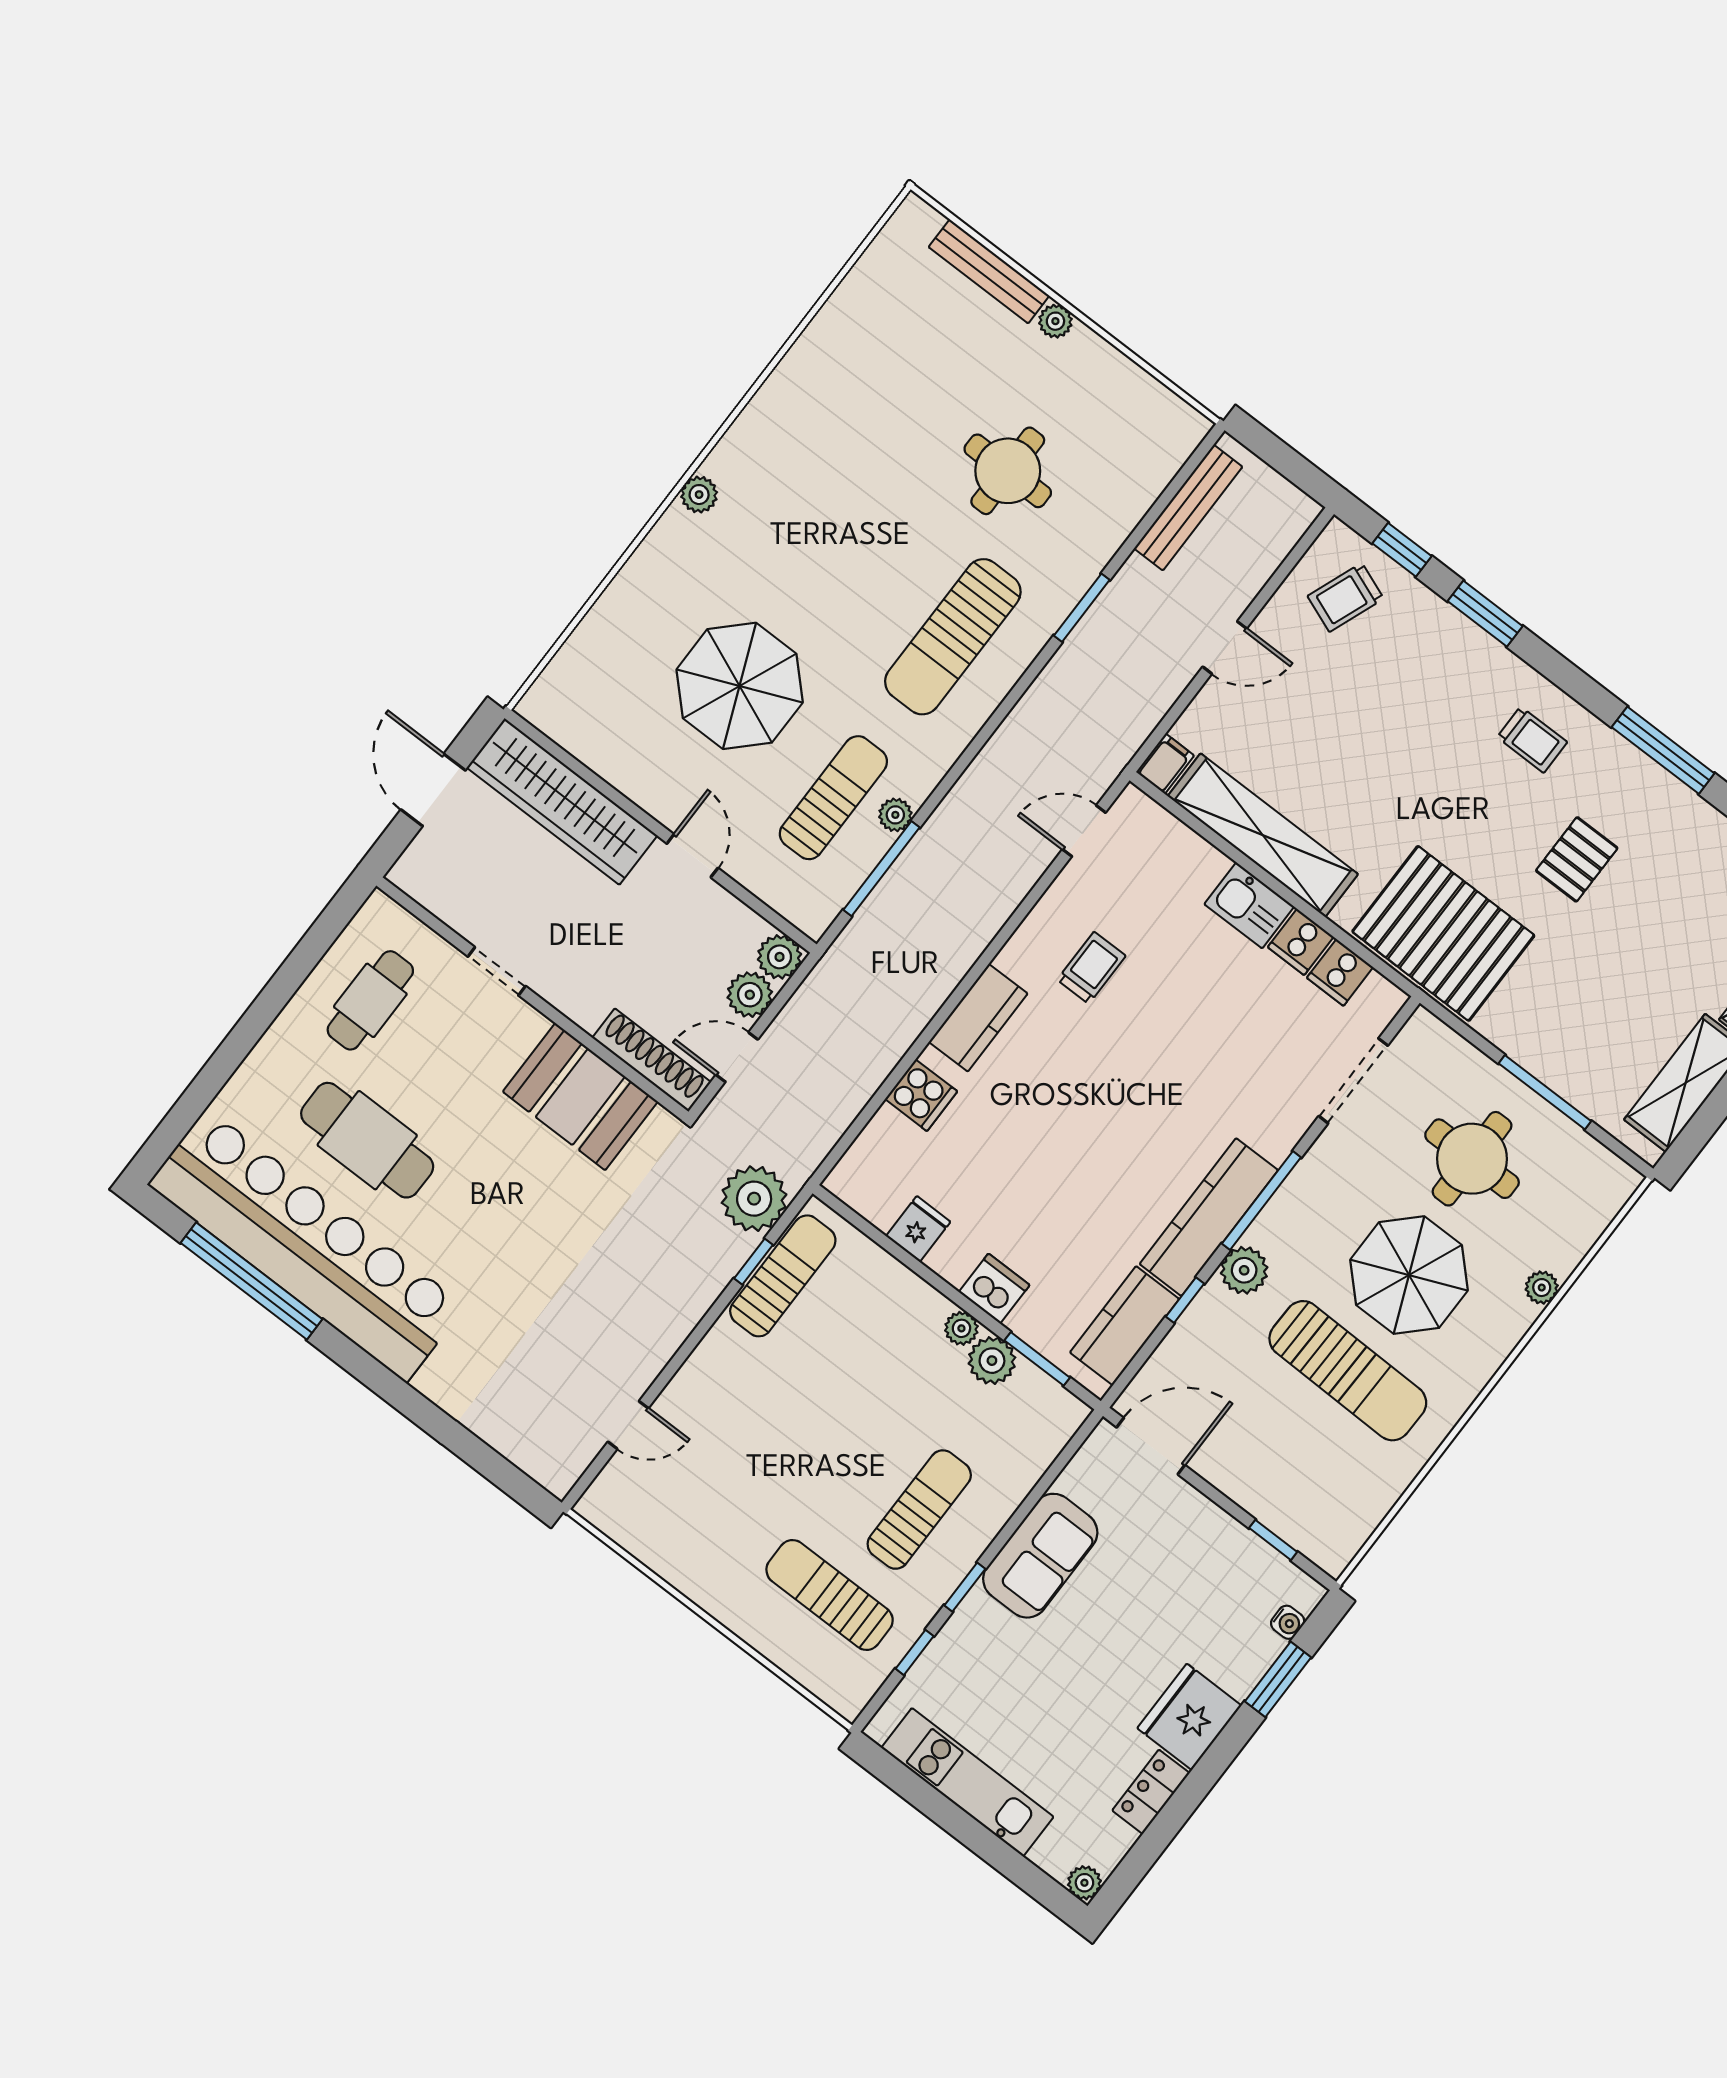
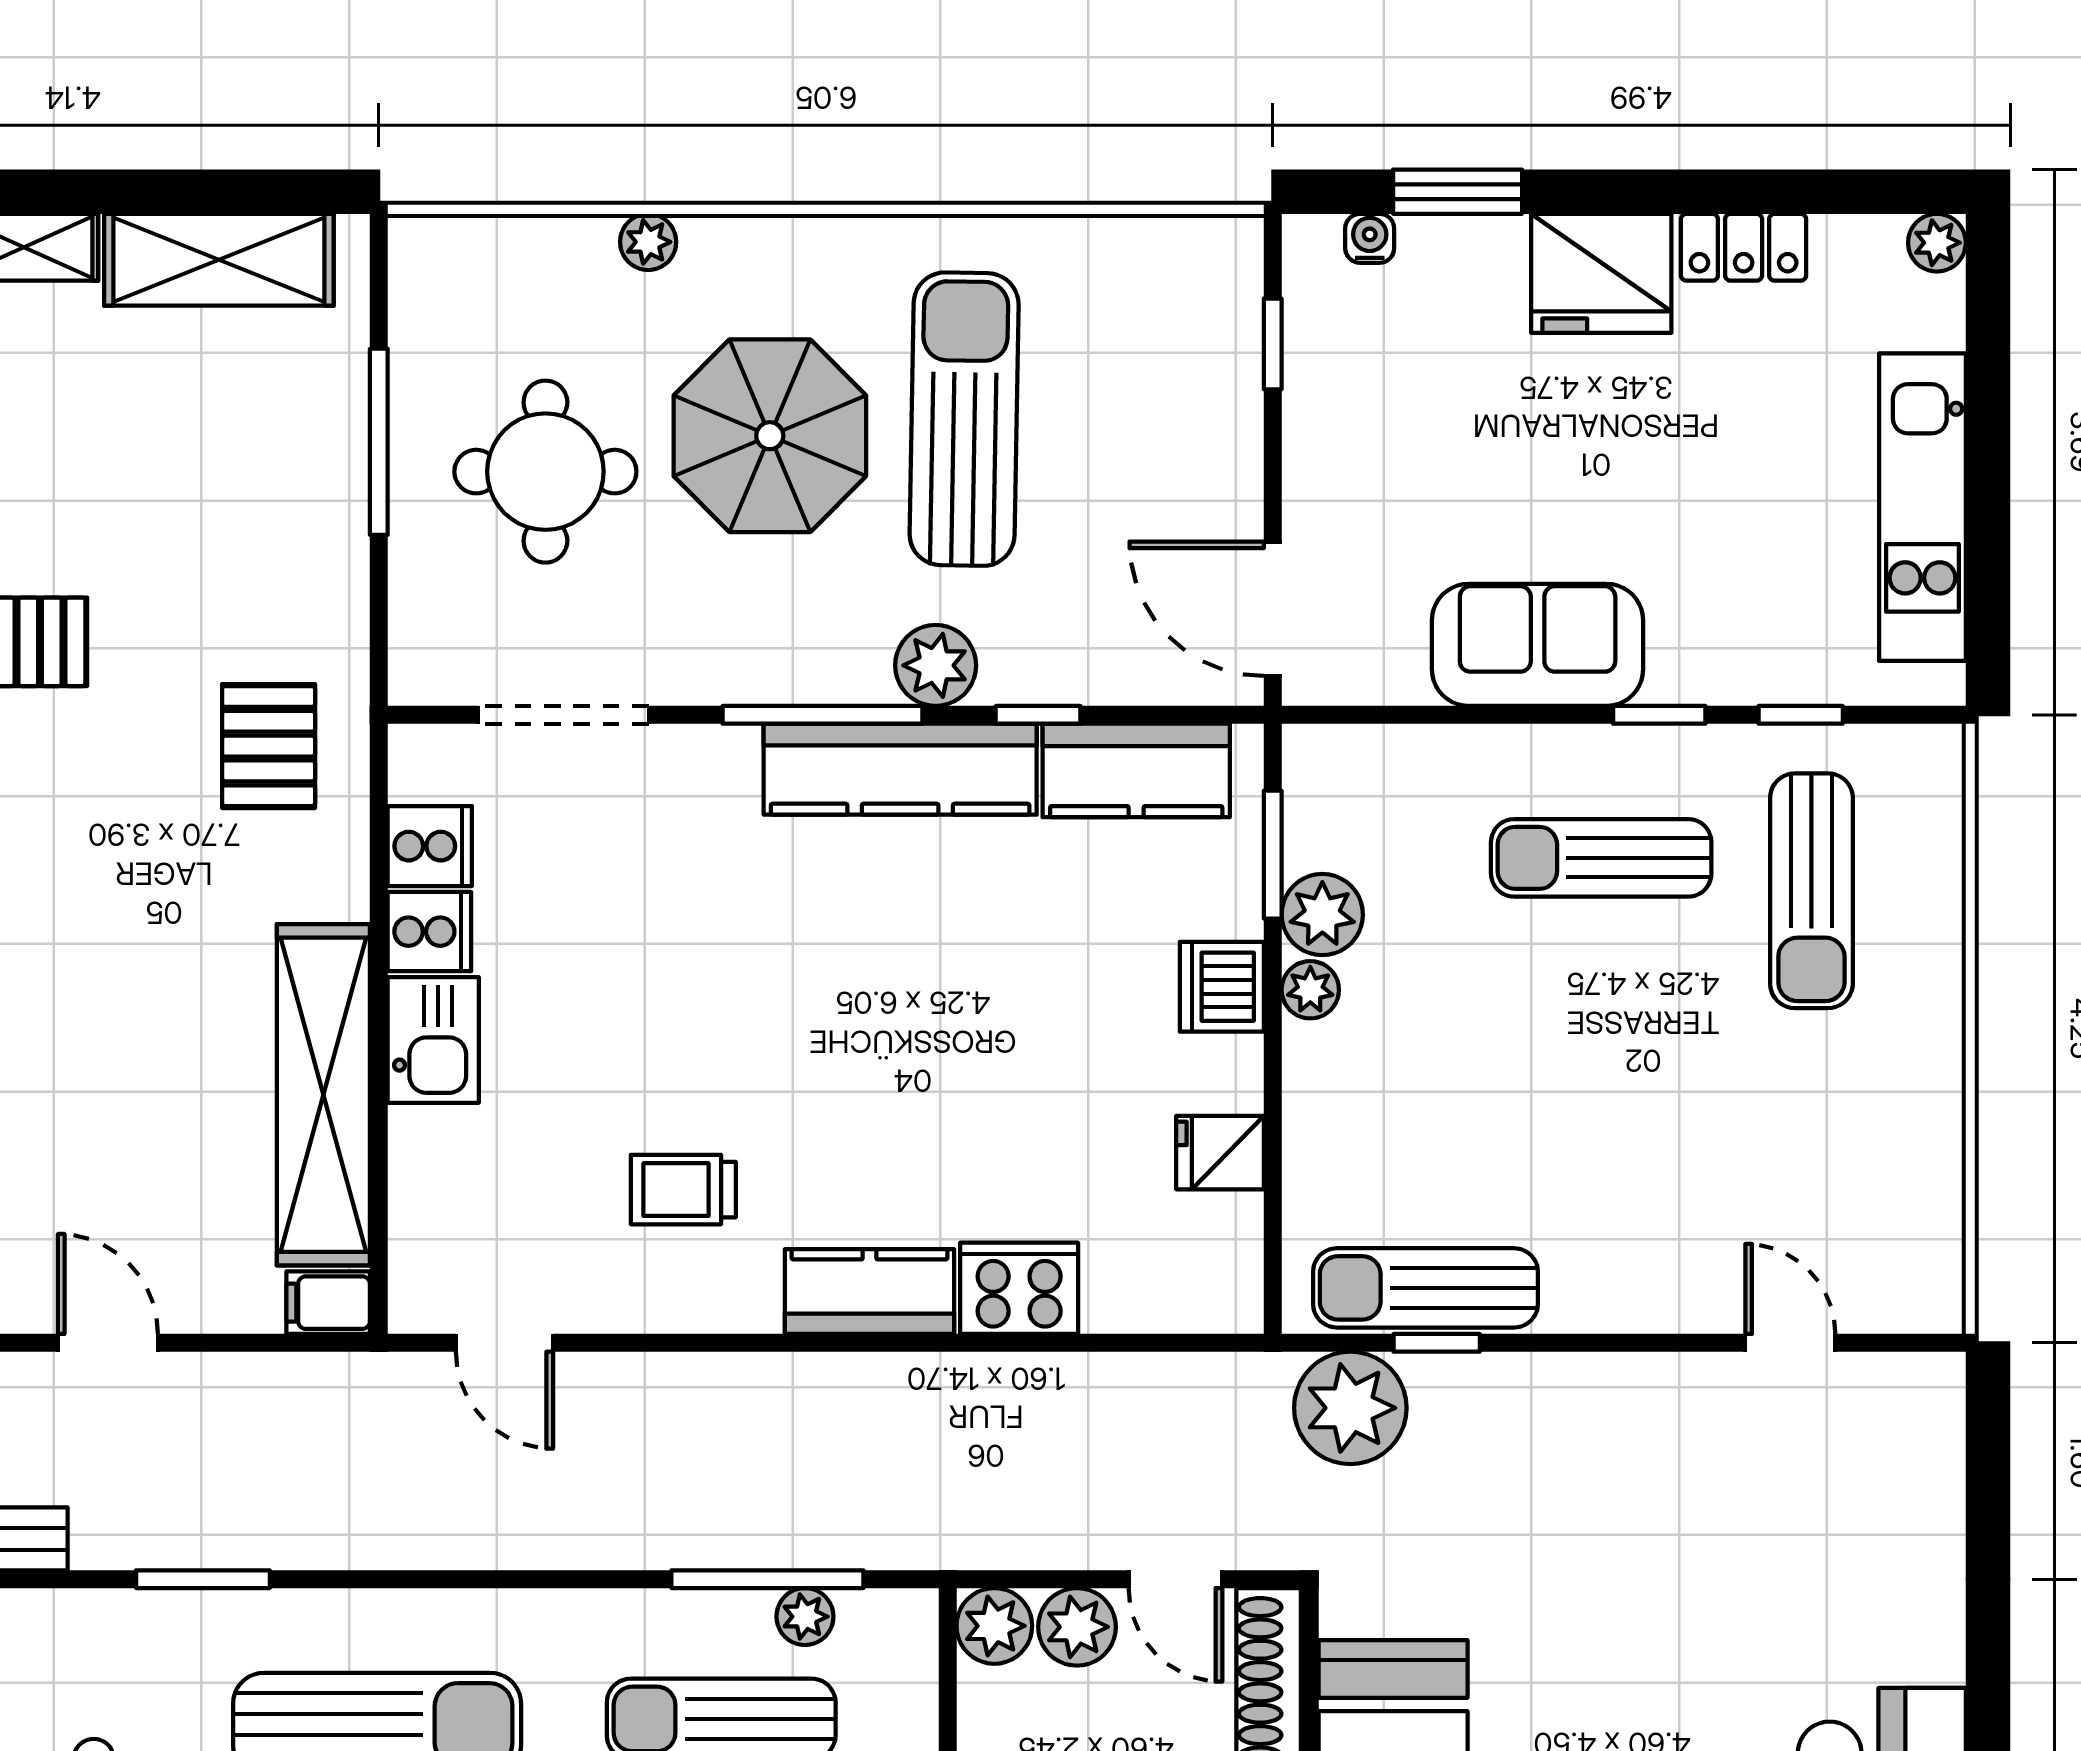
plant: (895, 815) -> (805, 1617), moved
pallet: (1443, 933) -> (269, 746), width x0.49, depth x0.50
cooker: (921, 1095) -> (1019, 1288), width x1.36

